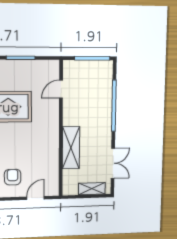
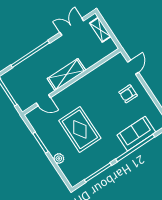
shelving: (71, 148) -> (66, 74), moved
door: (35, 198) -> (133, 67), swing flipped

